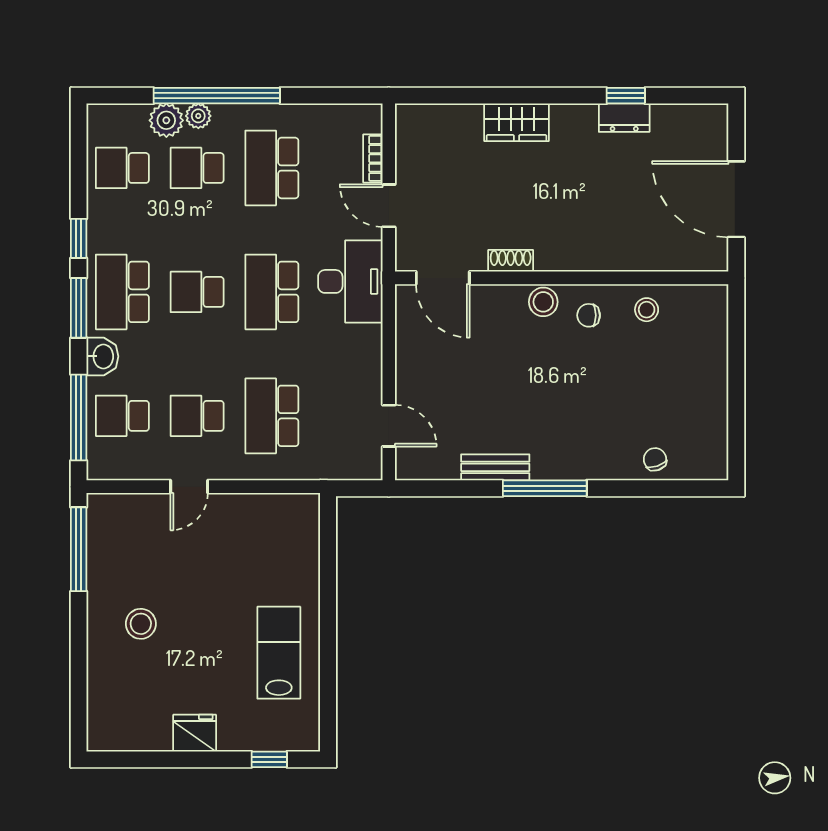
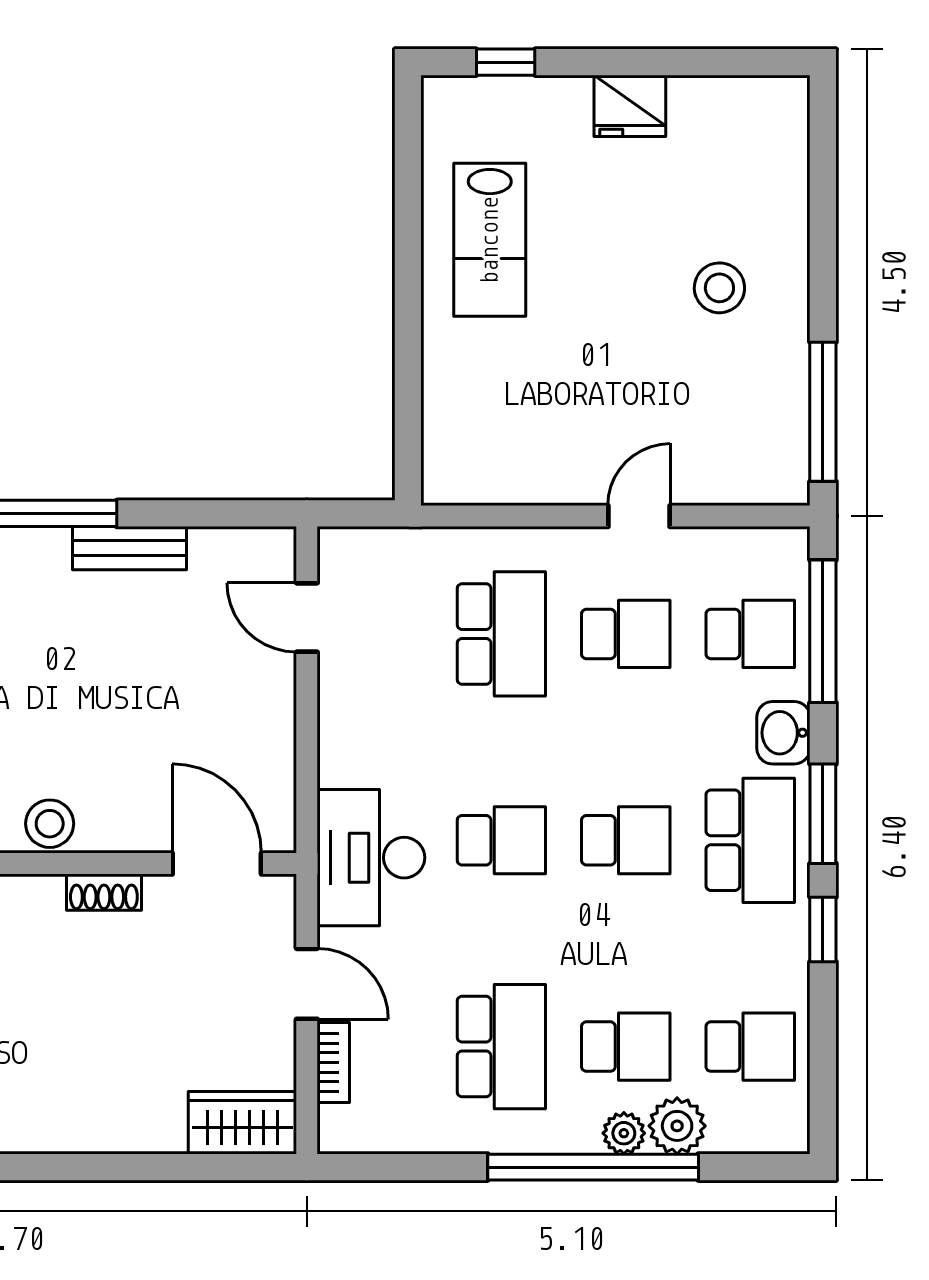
wardrobe: (517, 122) -> (242, 1123), moved
school desk: (272, 292) -> (501, 840), width x0.54

